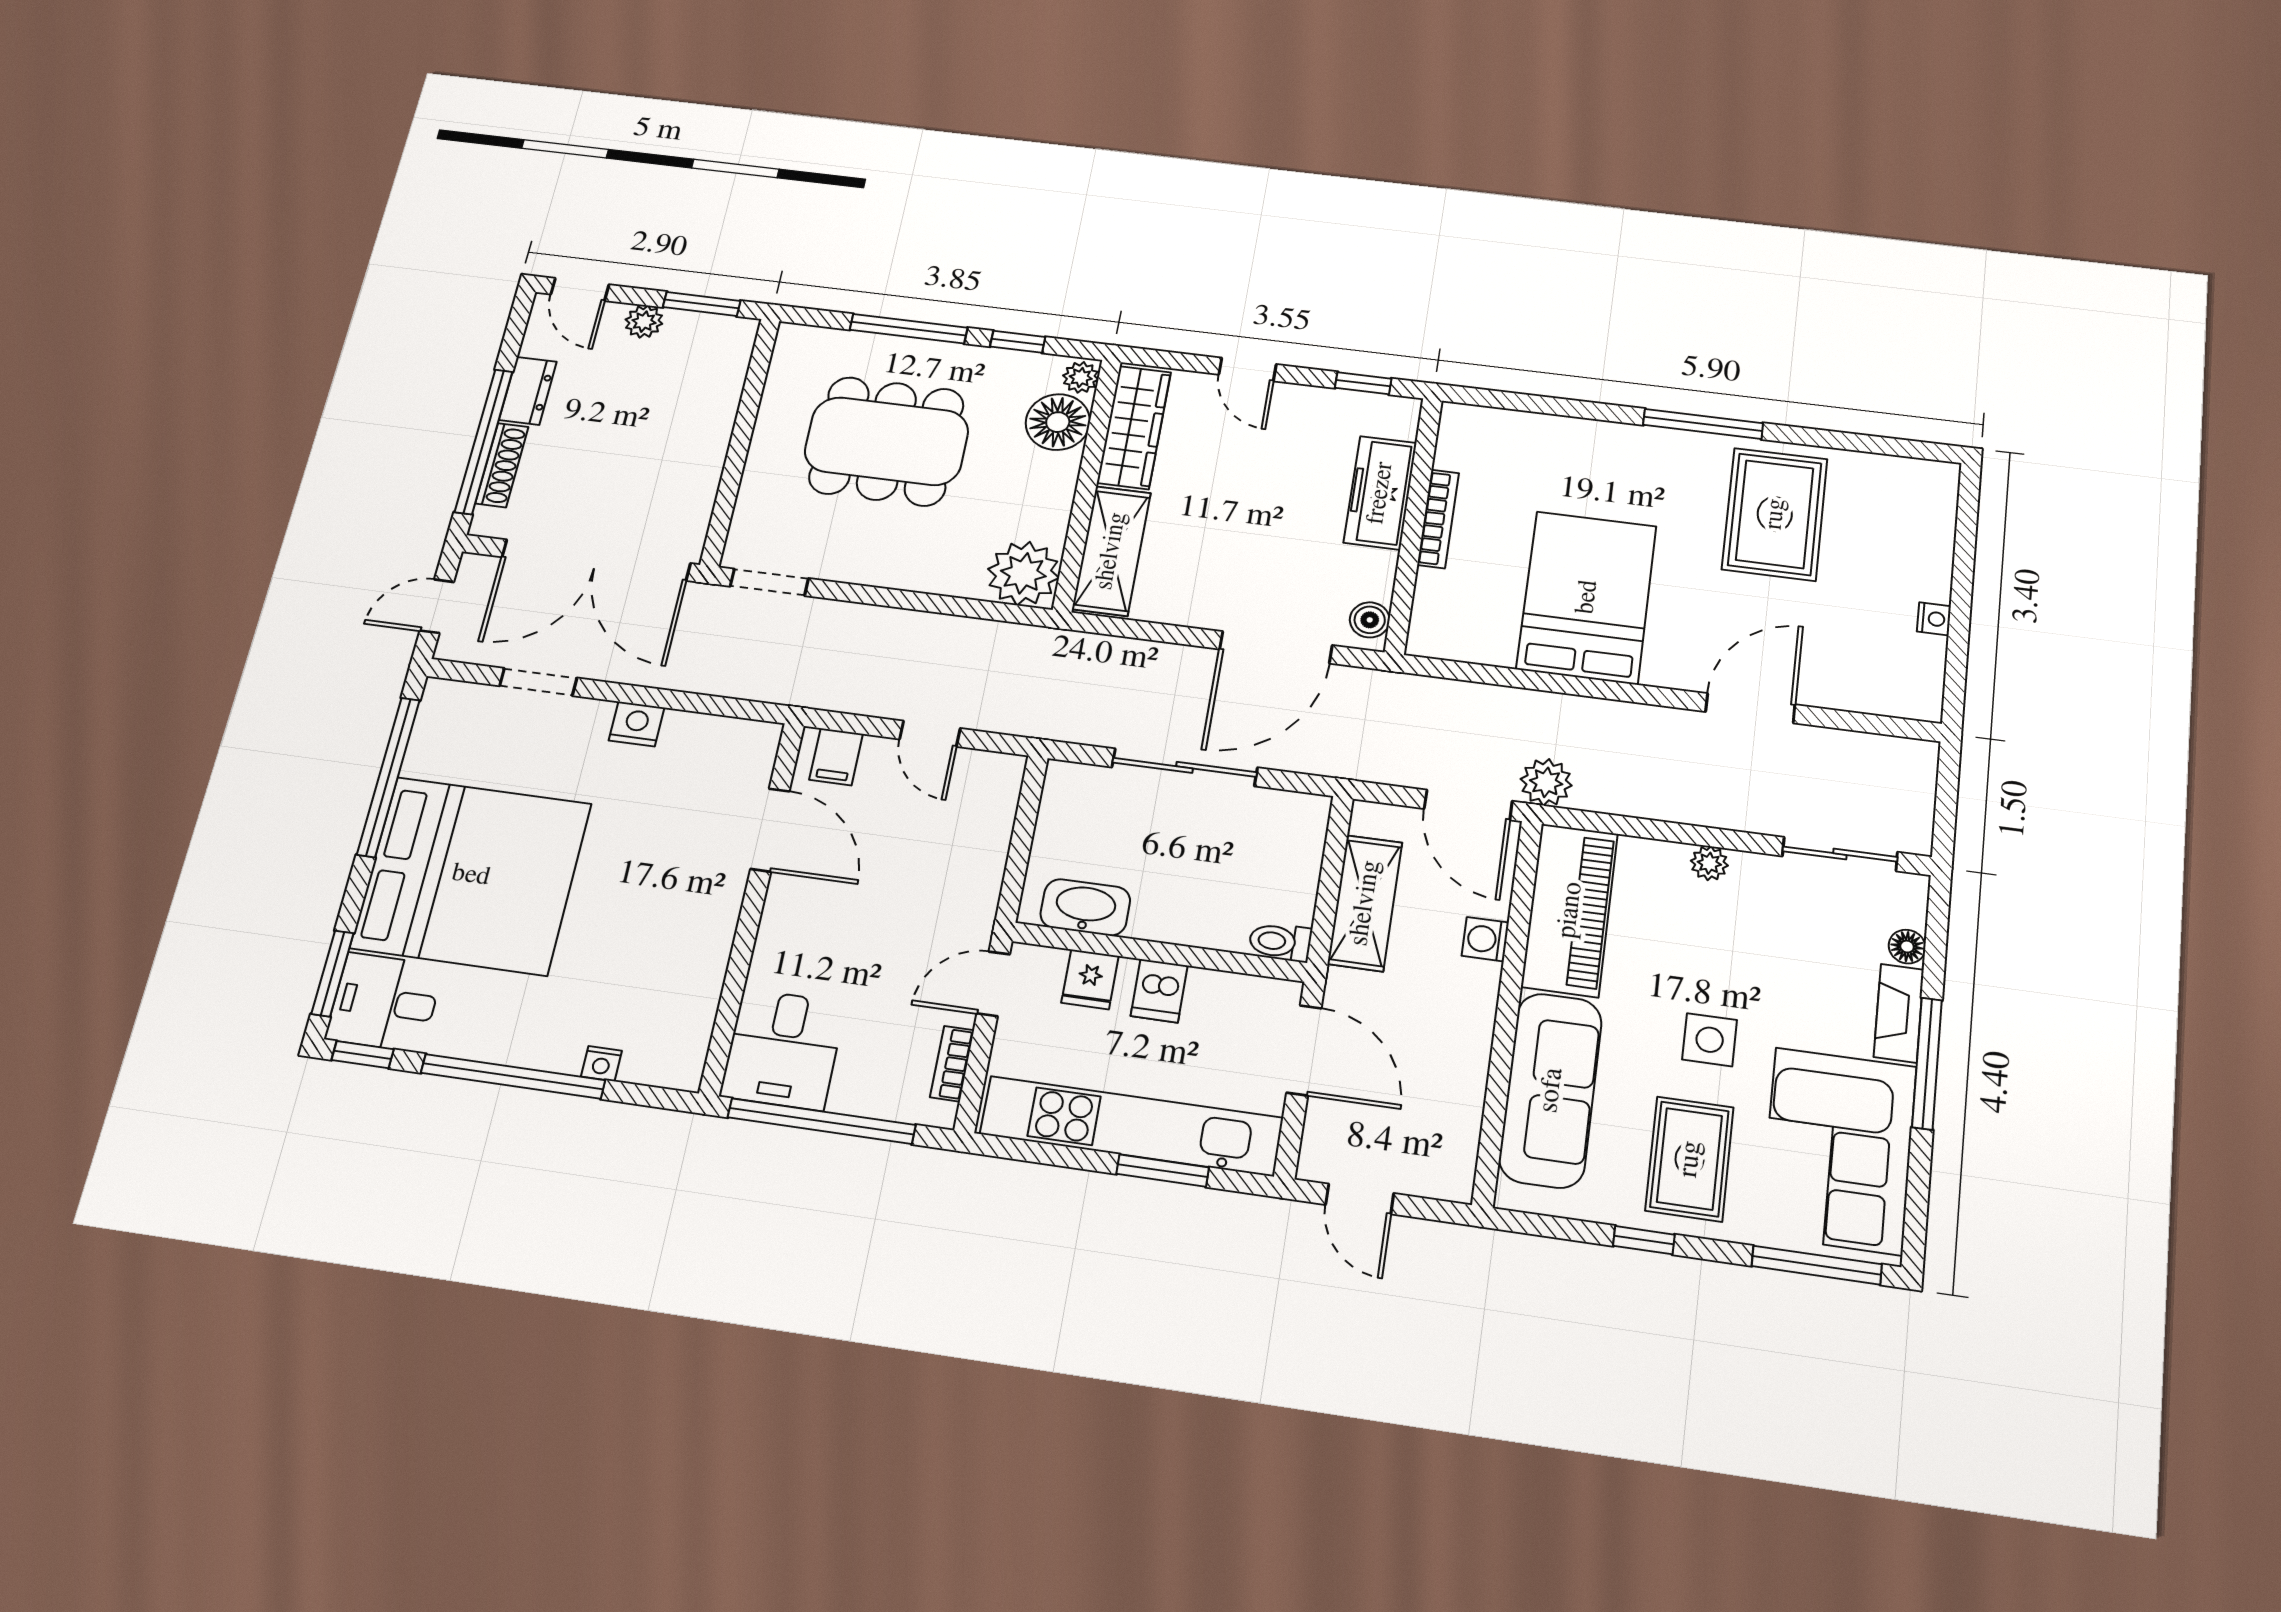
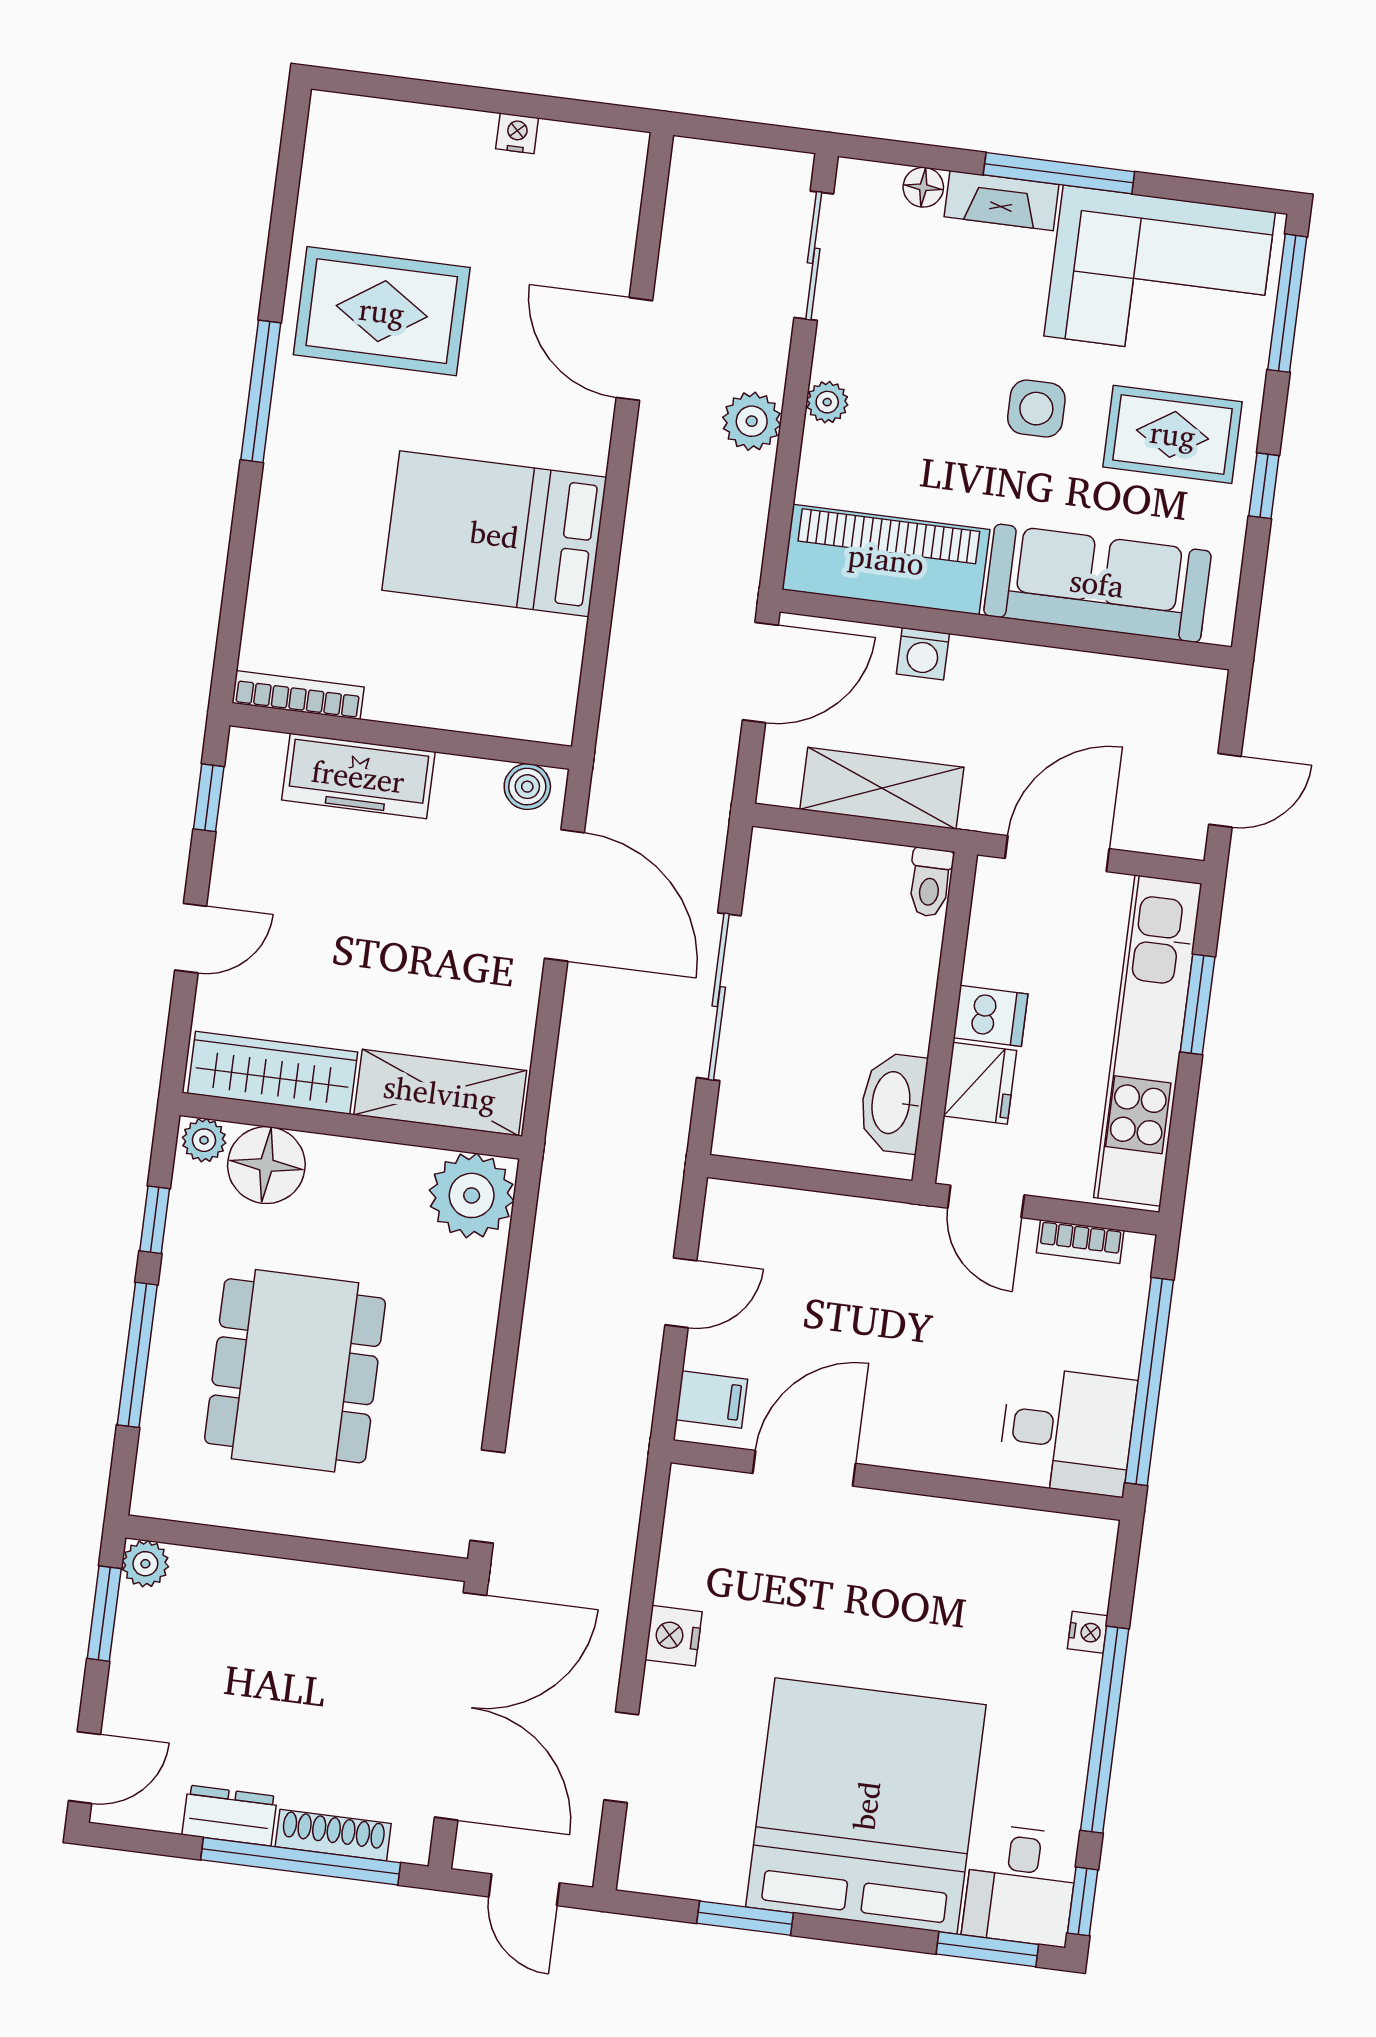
plant: (644, 322) -> (145, 1564), moved
bookcase: (1438, 519) -> (298, 695), moved
window: (388, 777) -> (745, 1918), width x0.47
plant: (1546, 782) -> (752, 421), moved
fridge: (1090, 979) -> (980, 1083), width x1.38

